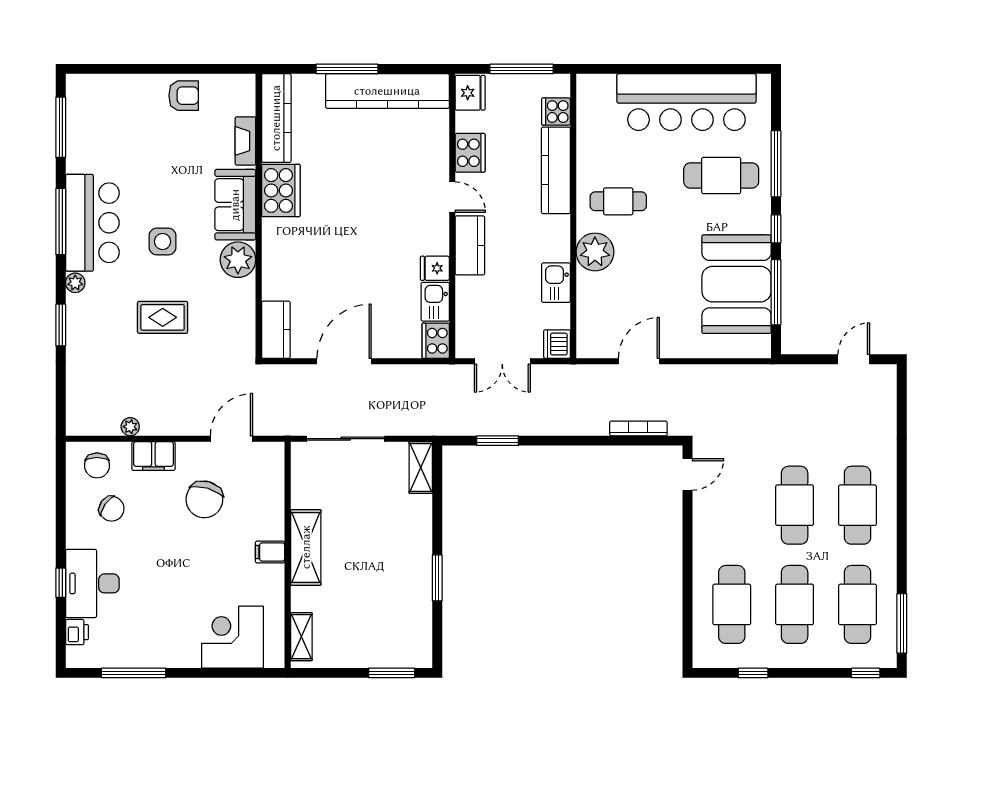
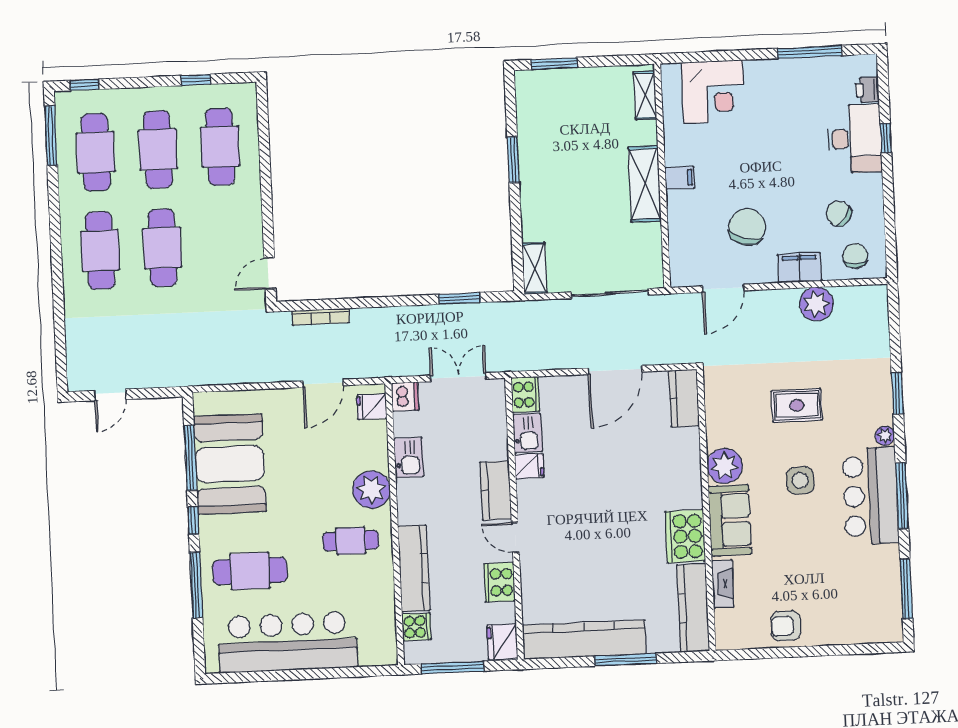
fridge: (591, 335) -> (372, 407), added
plant: (130, 427) -> (816, 304), width x1.88, depth x1.88

